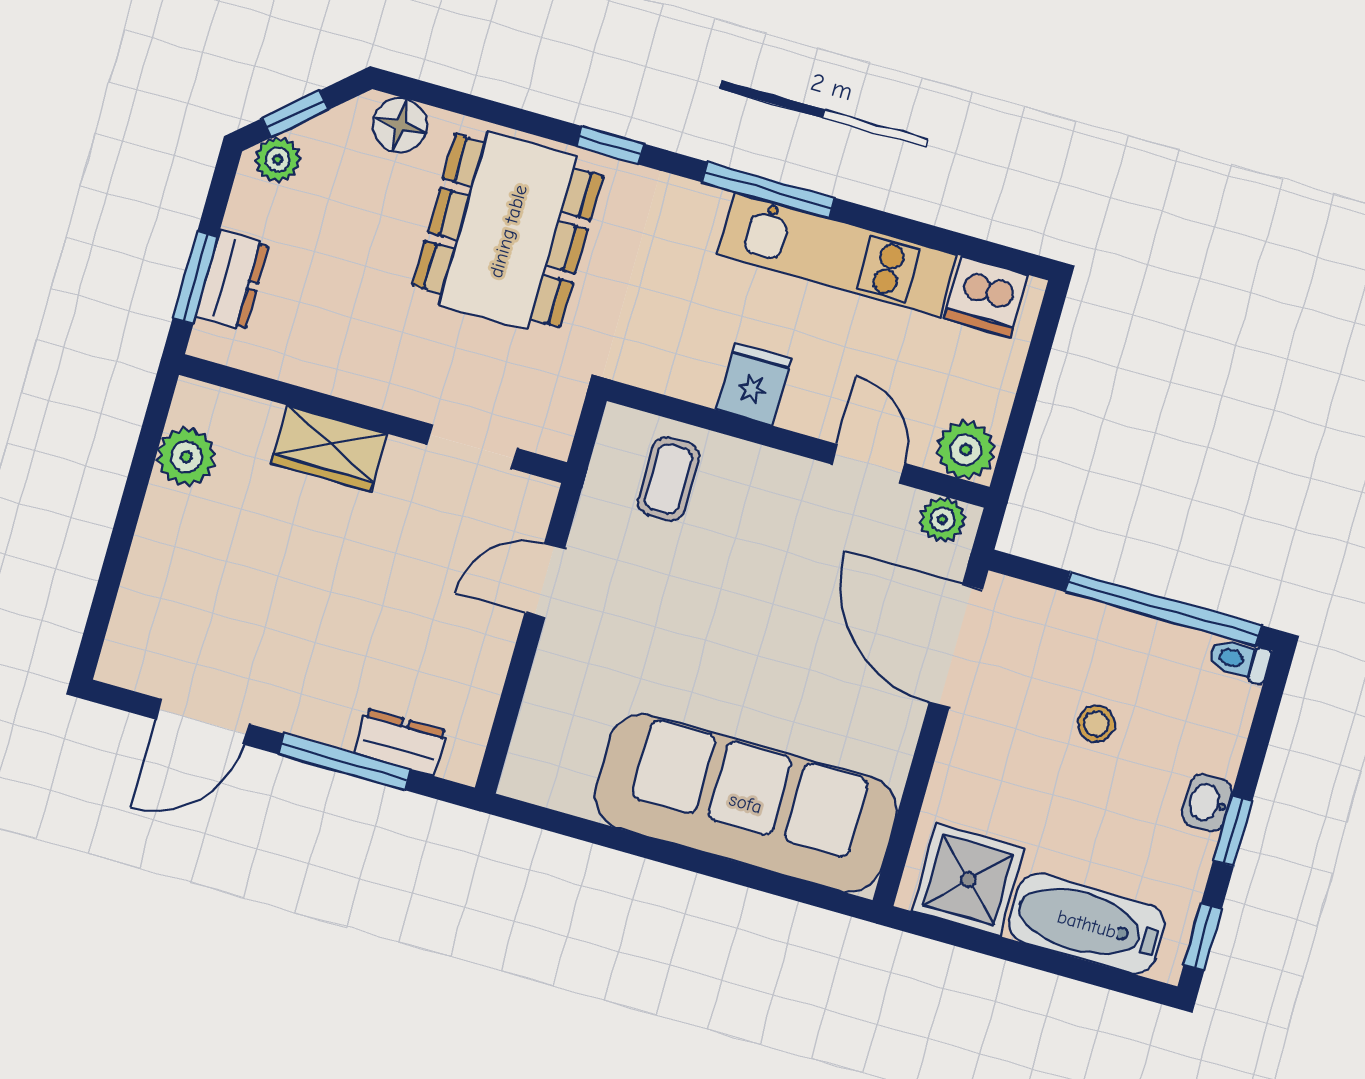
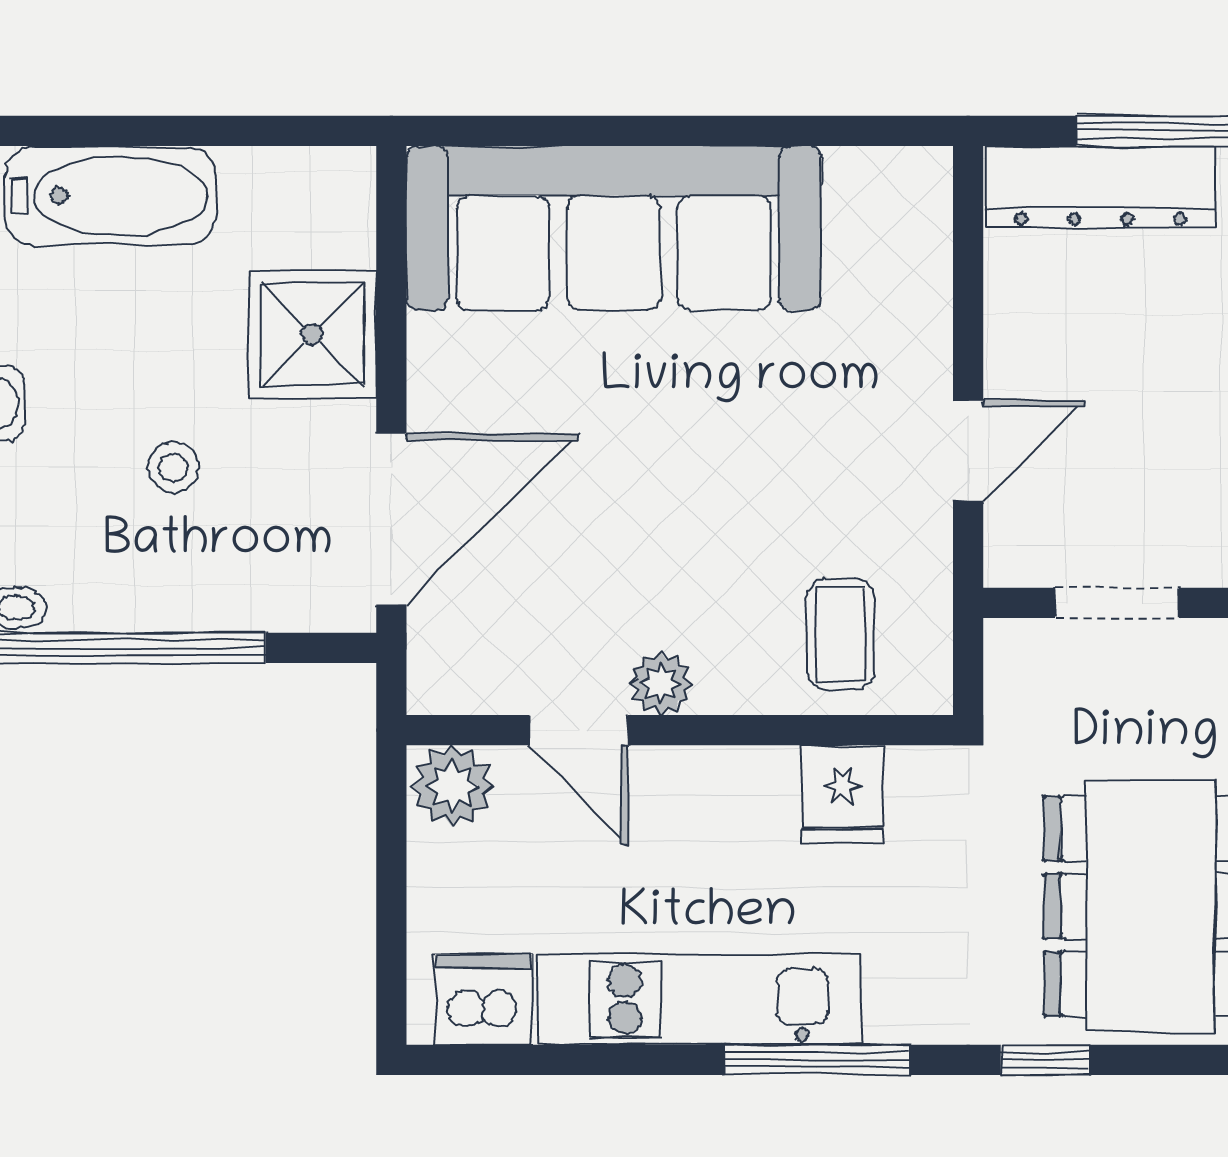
fridge: (754, 384) -> (842, 794), moved
plant: (942, 519) -> (661, 684), moved
door: (956, 646) -> (391, 519), hinge flipped
dresser: (400, 742) -> (1101, 187), width x1.96, depth x1.24
shower: (968, 880) -> (312, 334), moved

